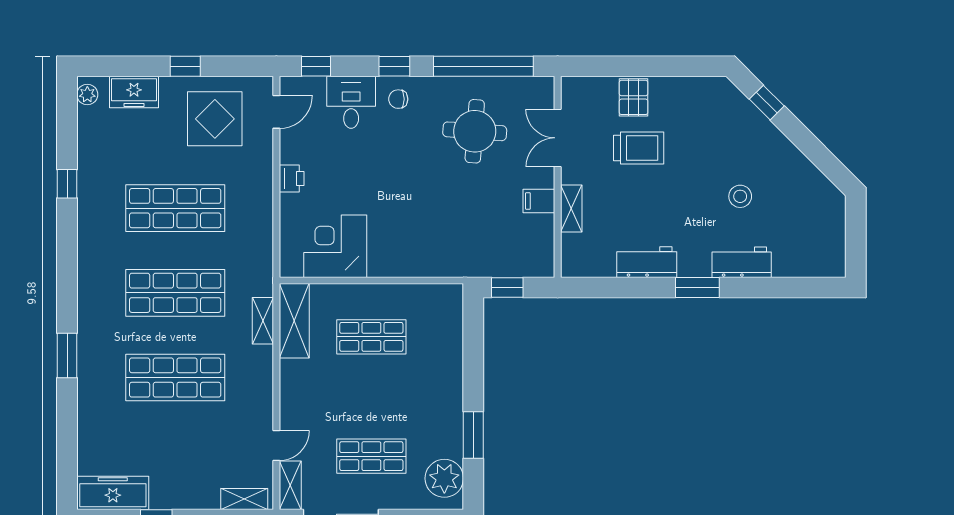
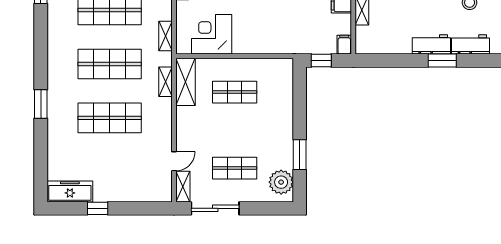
filing cabinet: (543, 262) -> (344, 45), added
workbench: (647, 262) -> (431, 44), moved
shelving: (244, 499) -> (165, 36), moved, turned 90

